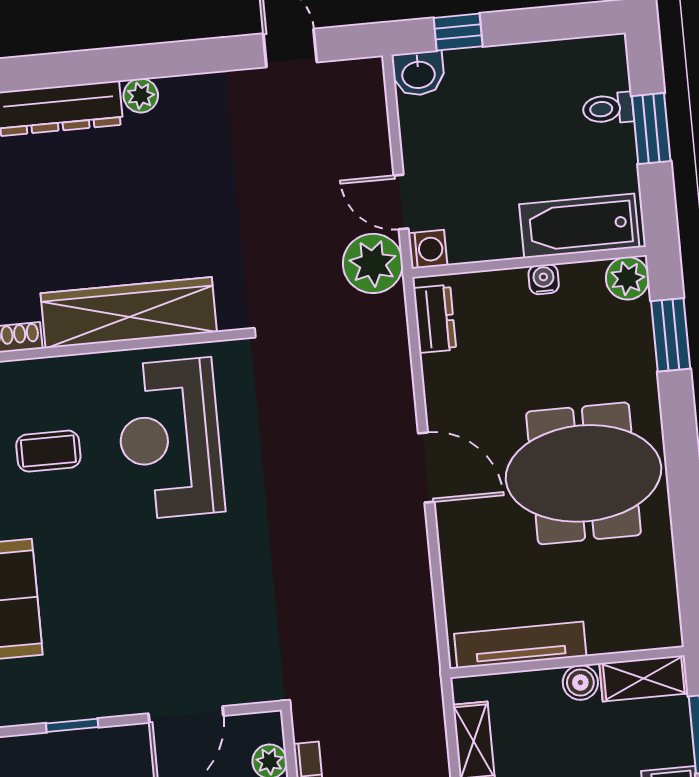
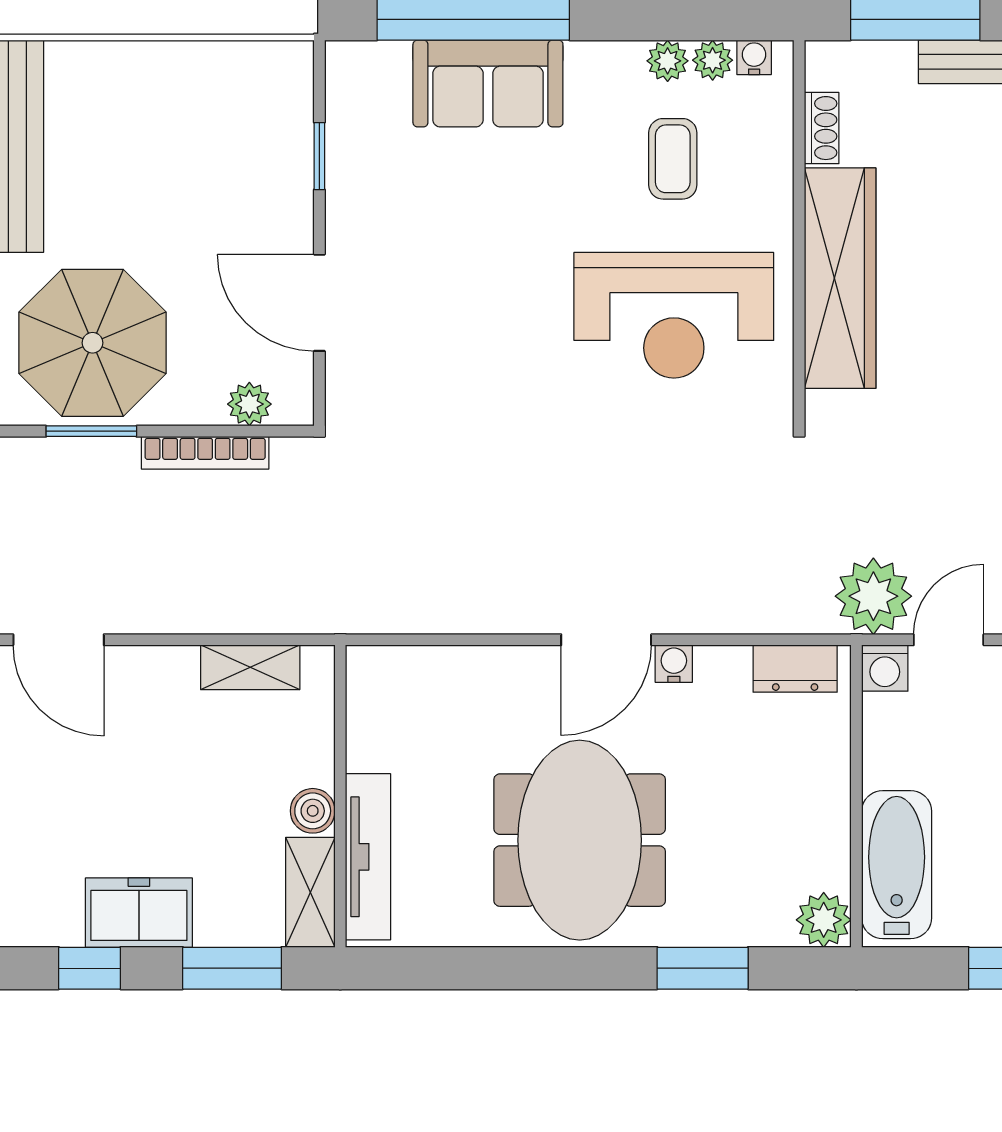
water cooler: (544, 279) -> (674, 664), moved, turned -90
window: (671, 335) -> (703, 968), moved
reception desk: (170, 439) -> (674, 315), turned 180
tv unit: (520, 645) -> (368, 857), moved

